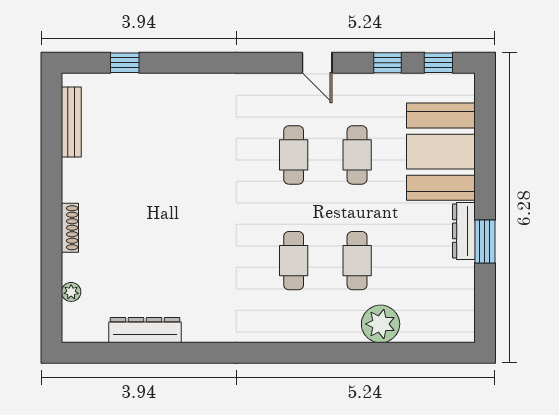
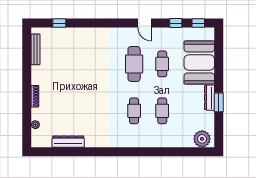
cafe table: (294, 155) -> (134, 64), width x1.37, depth x1.35
plant: (381, 324) -> (202, 139), moved

